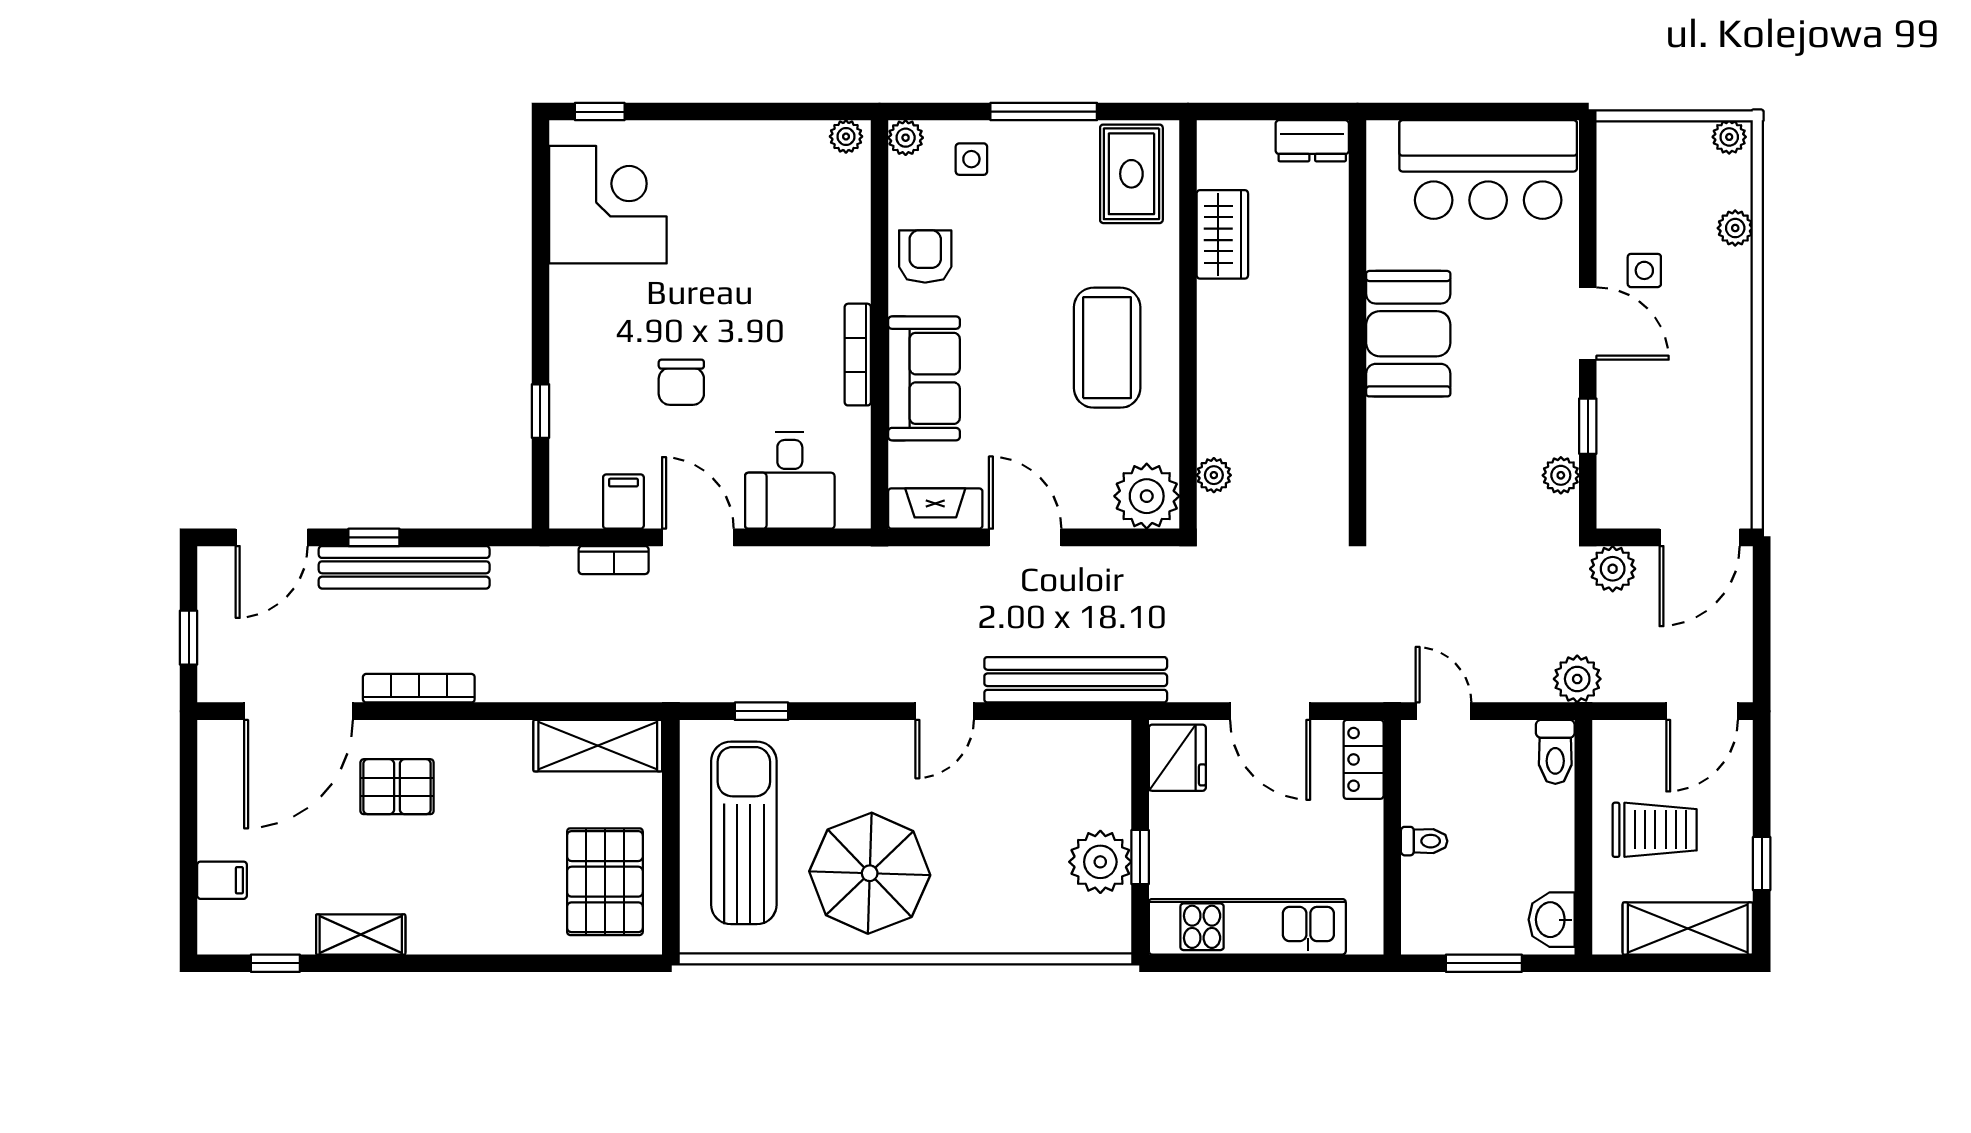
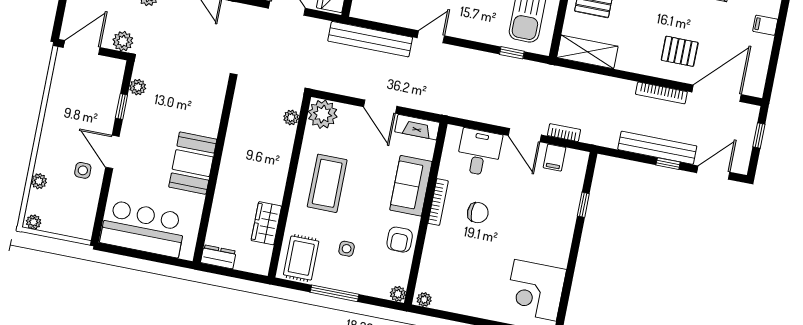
side table: (971, 159) -> (347, 249), moved
chair: (681, 382) -> (478, 213), moved, turned 90

